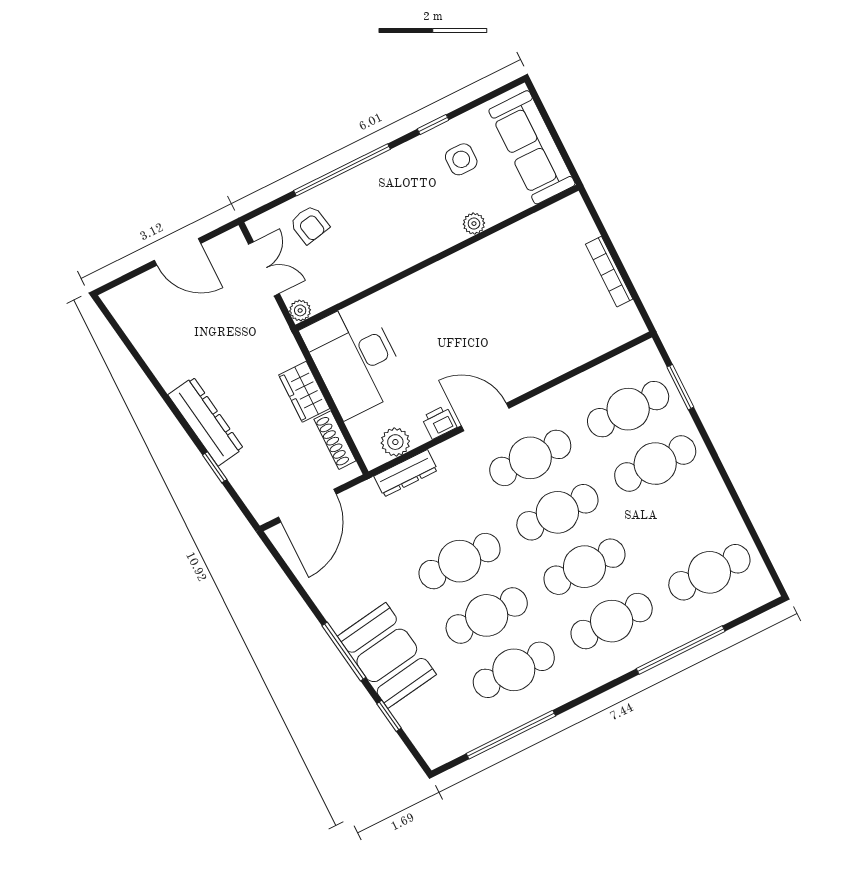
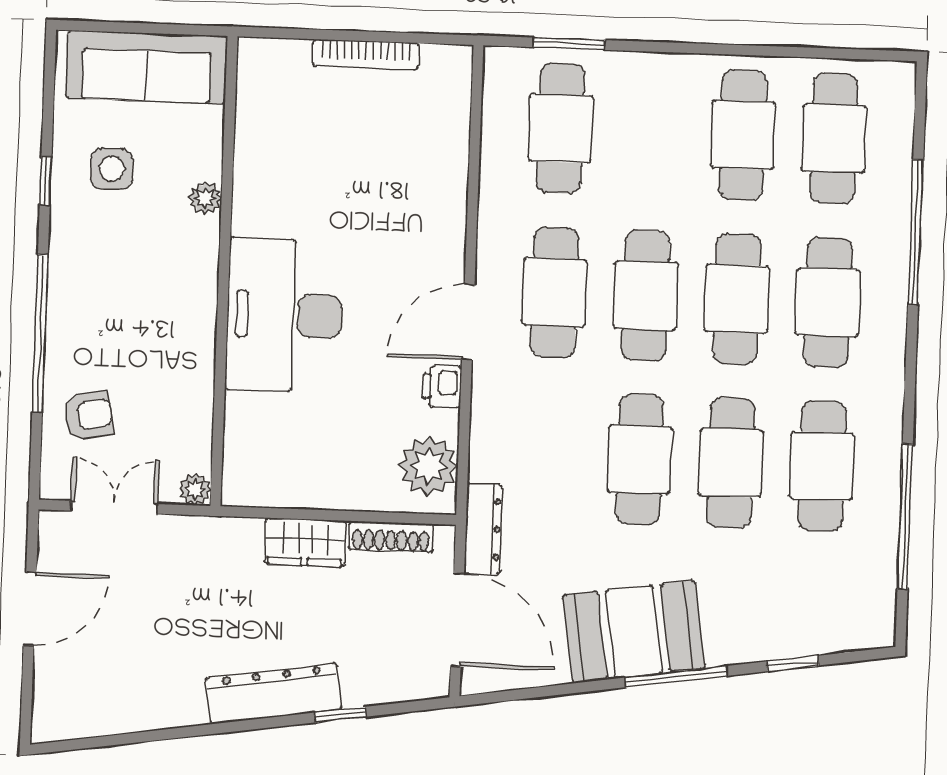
desk: (355, 359) -> (284, 315), moved, turned 90
plant: (395, 442) -> (429, 466), width x1.36, depth x1.36
cafe table: (655, 464) -> (743, 135), moved
dresser: (406, 473) -> (483, 529), moved
booth: (387, 655) -> (634, 632), moved

